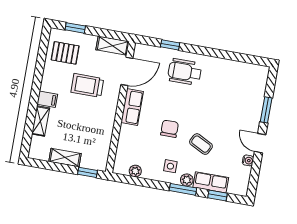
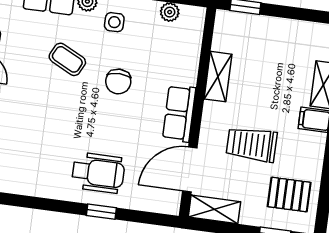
window: (170, 45) -> (101, 212), moved
trolley: (87, 85) -> (252, 144), turned 180
shelving: (65, 158) -> (218, 77), moved, turned 90

